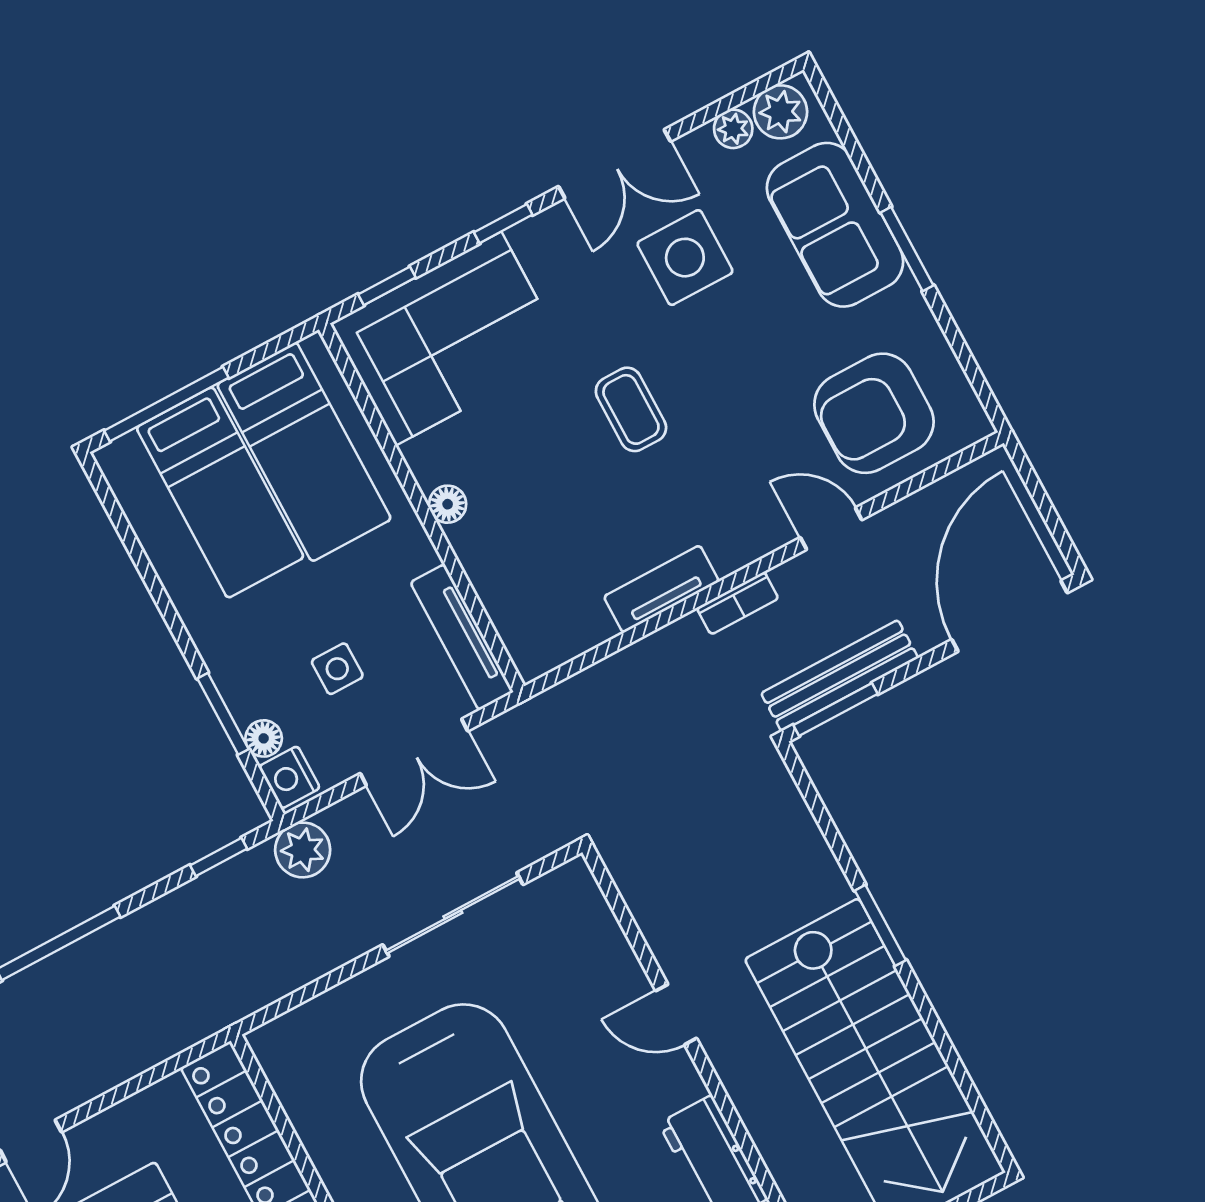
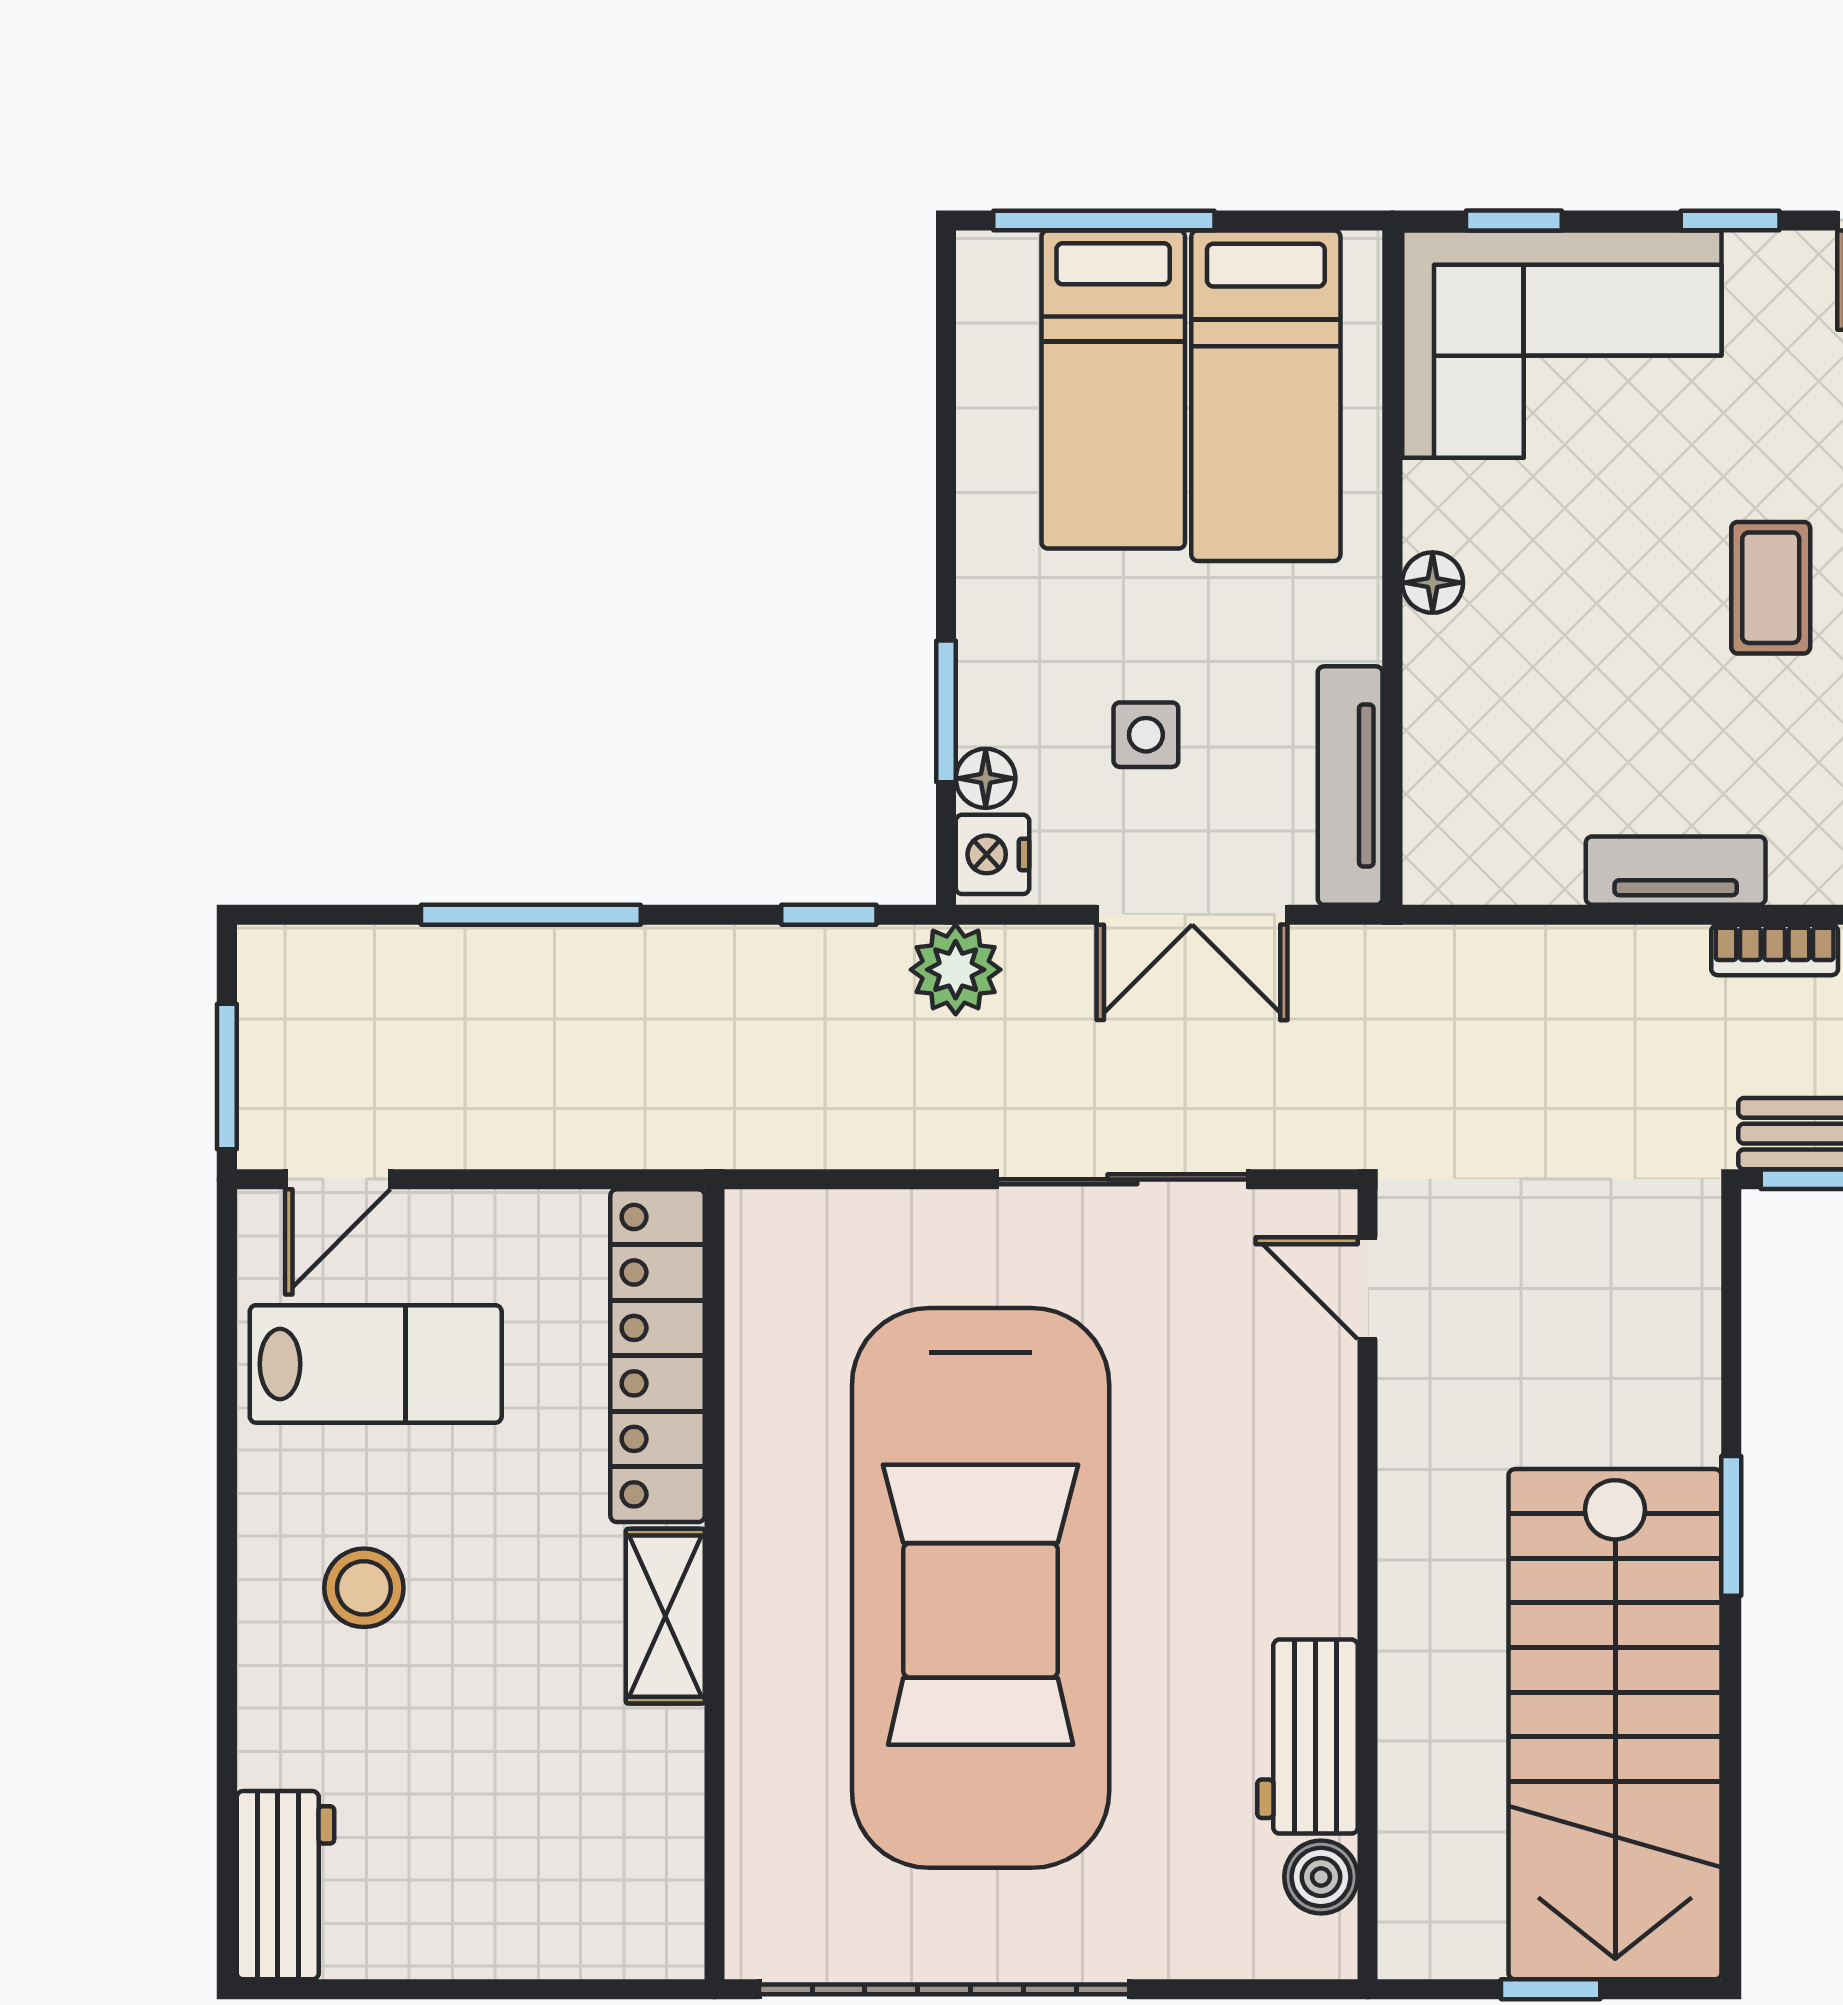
door: (676, 1014) -> (1368, 1288), moved

